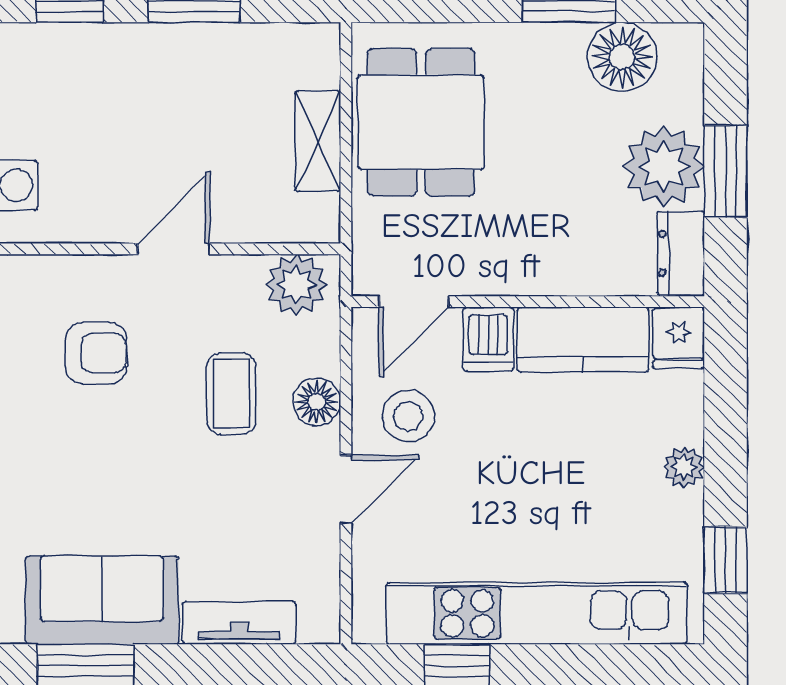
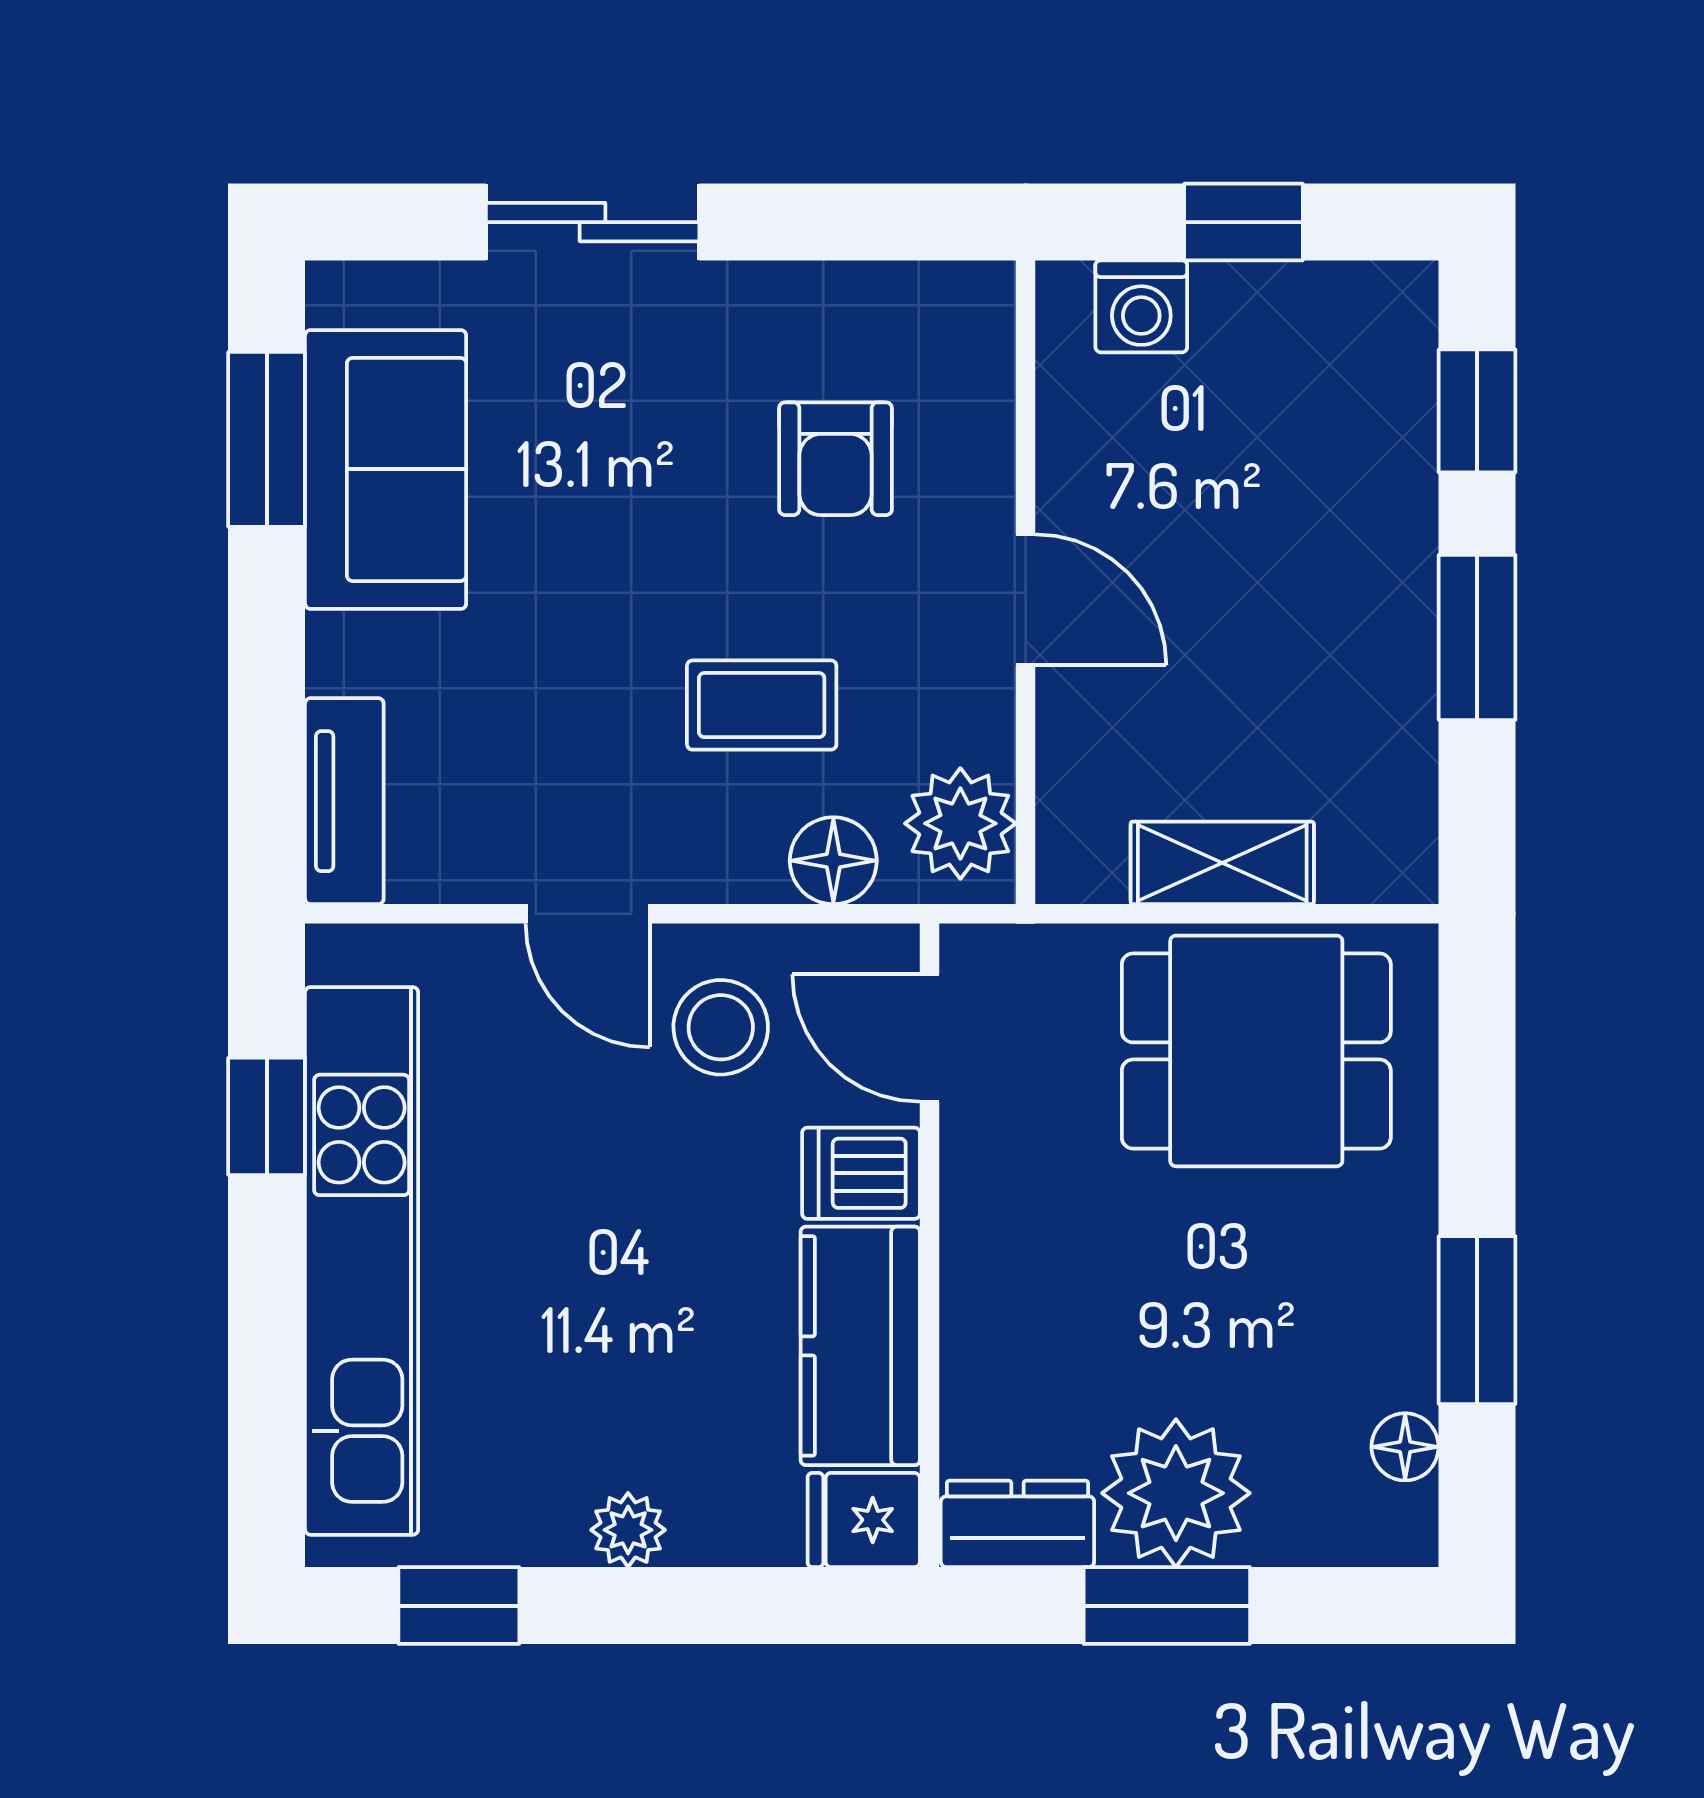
floor lamp: (622, 57) -> (1405, 1447), width x0.53, depth x0.53
floor lamp: (317, 402) -> (833, 861), moved
tv unit: (239, 623) -> (344, 801), moved

